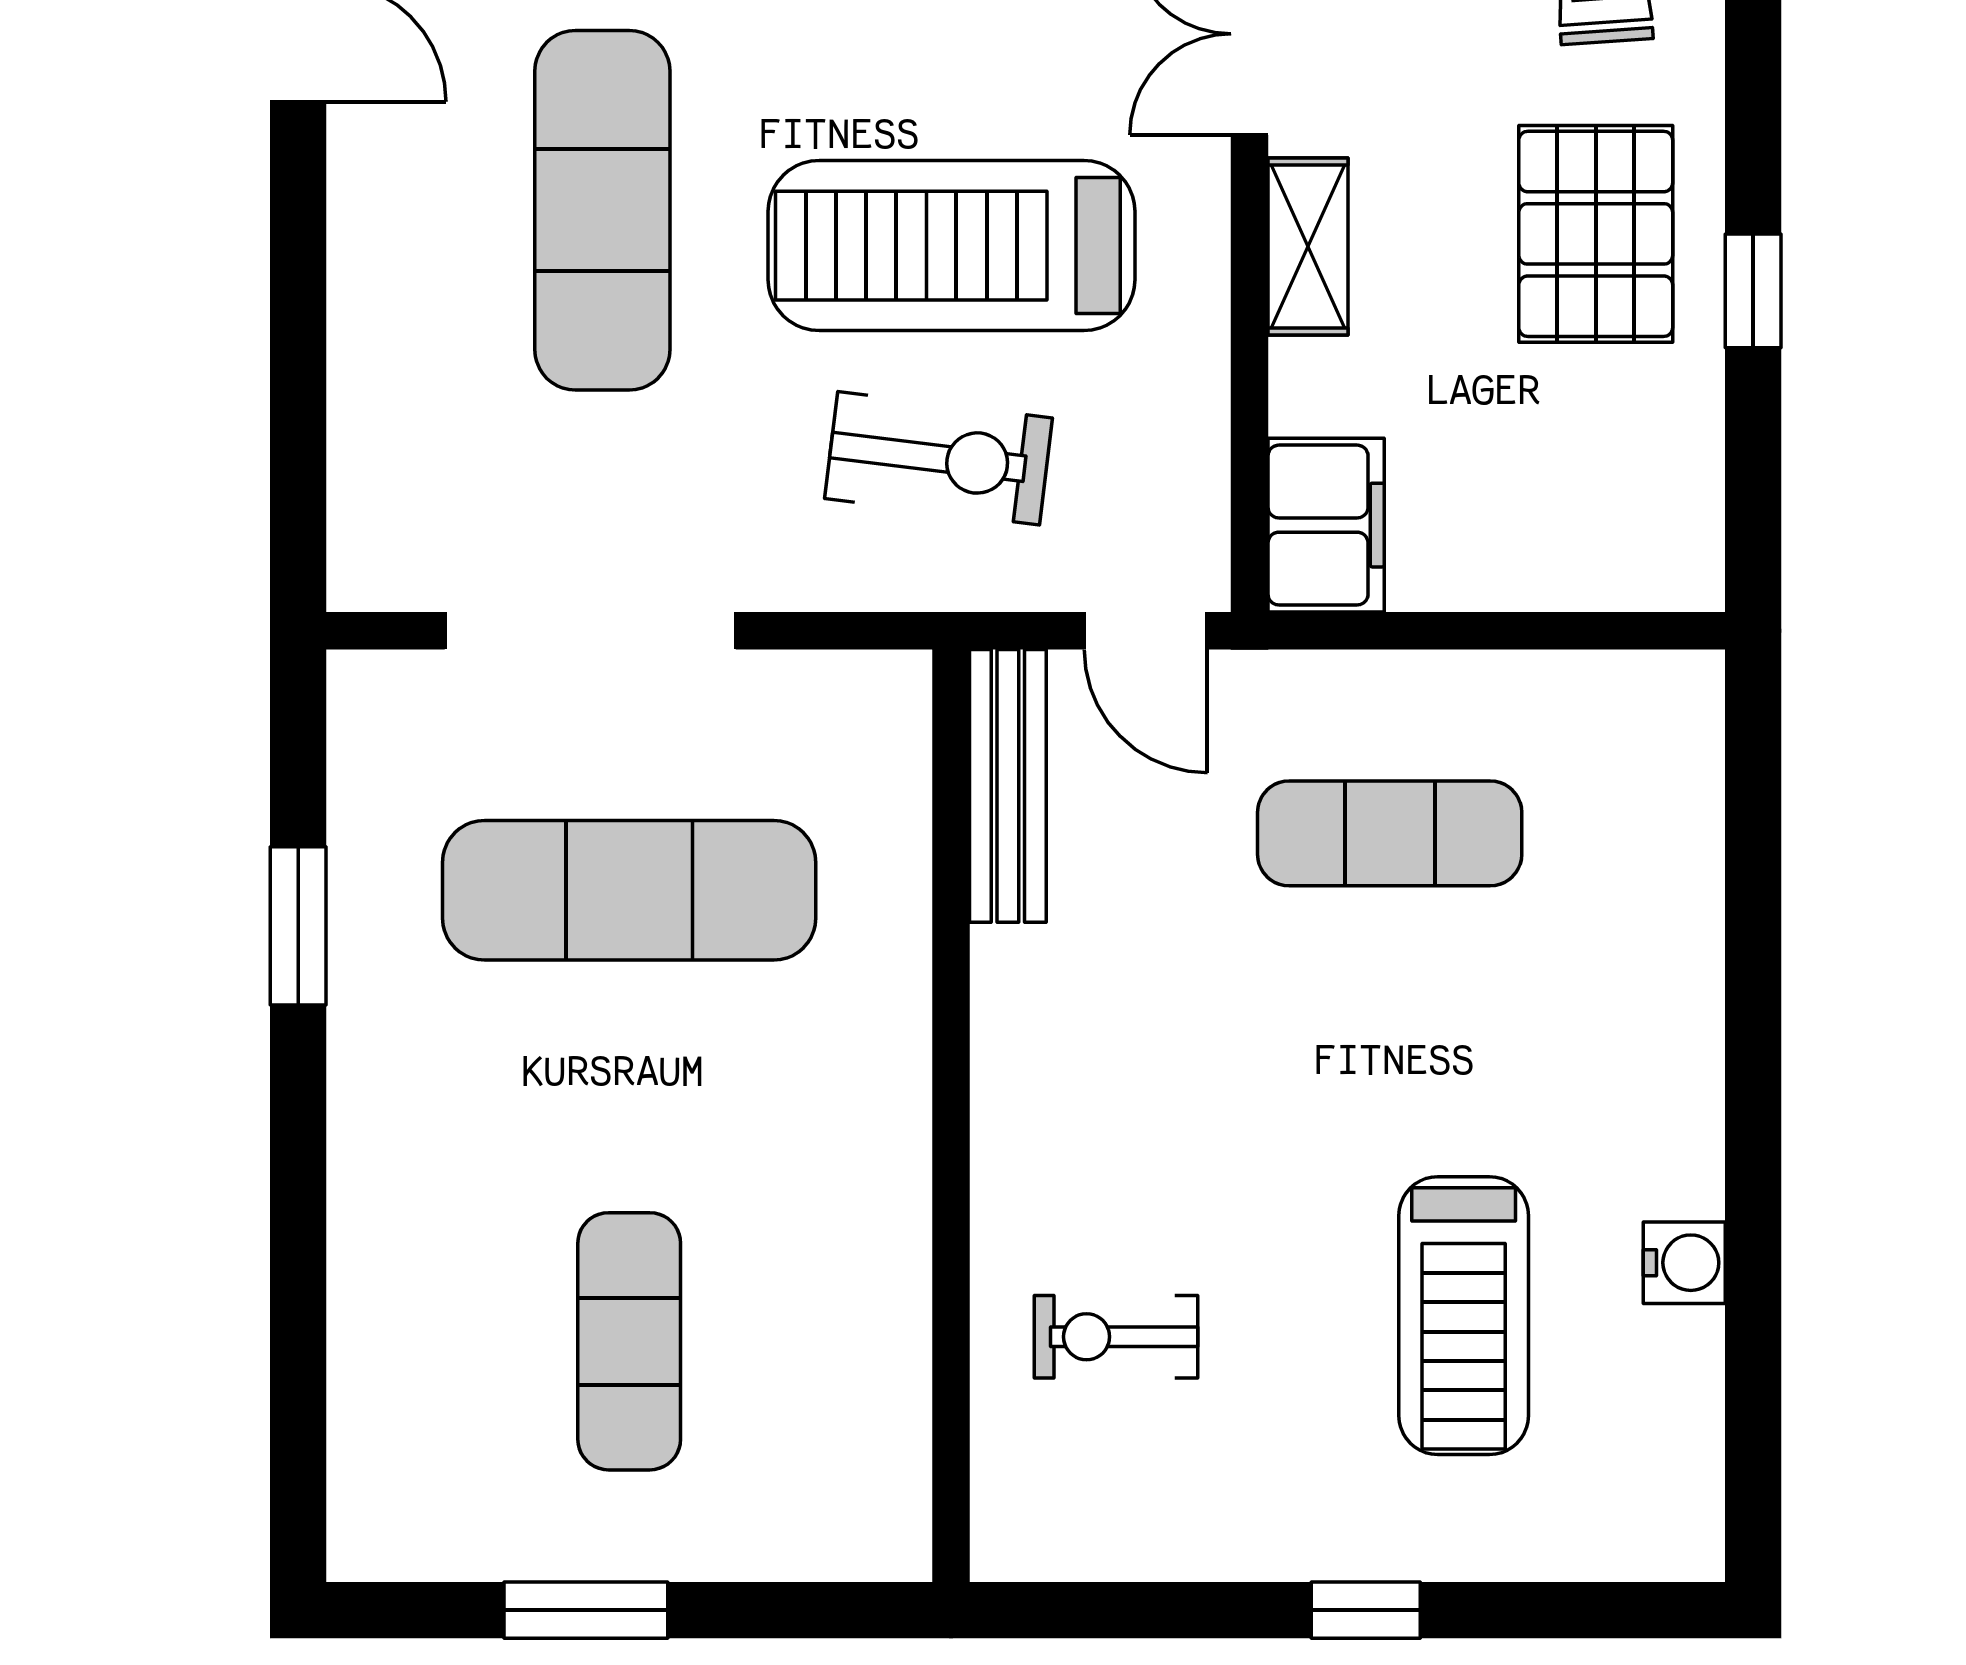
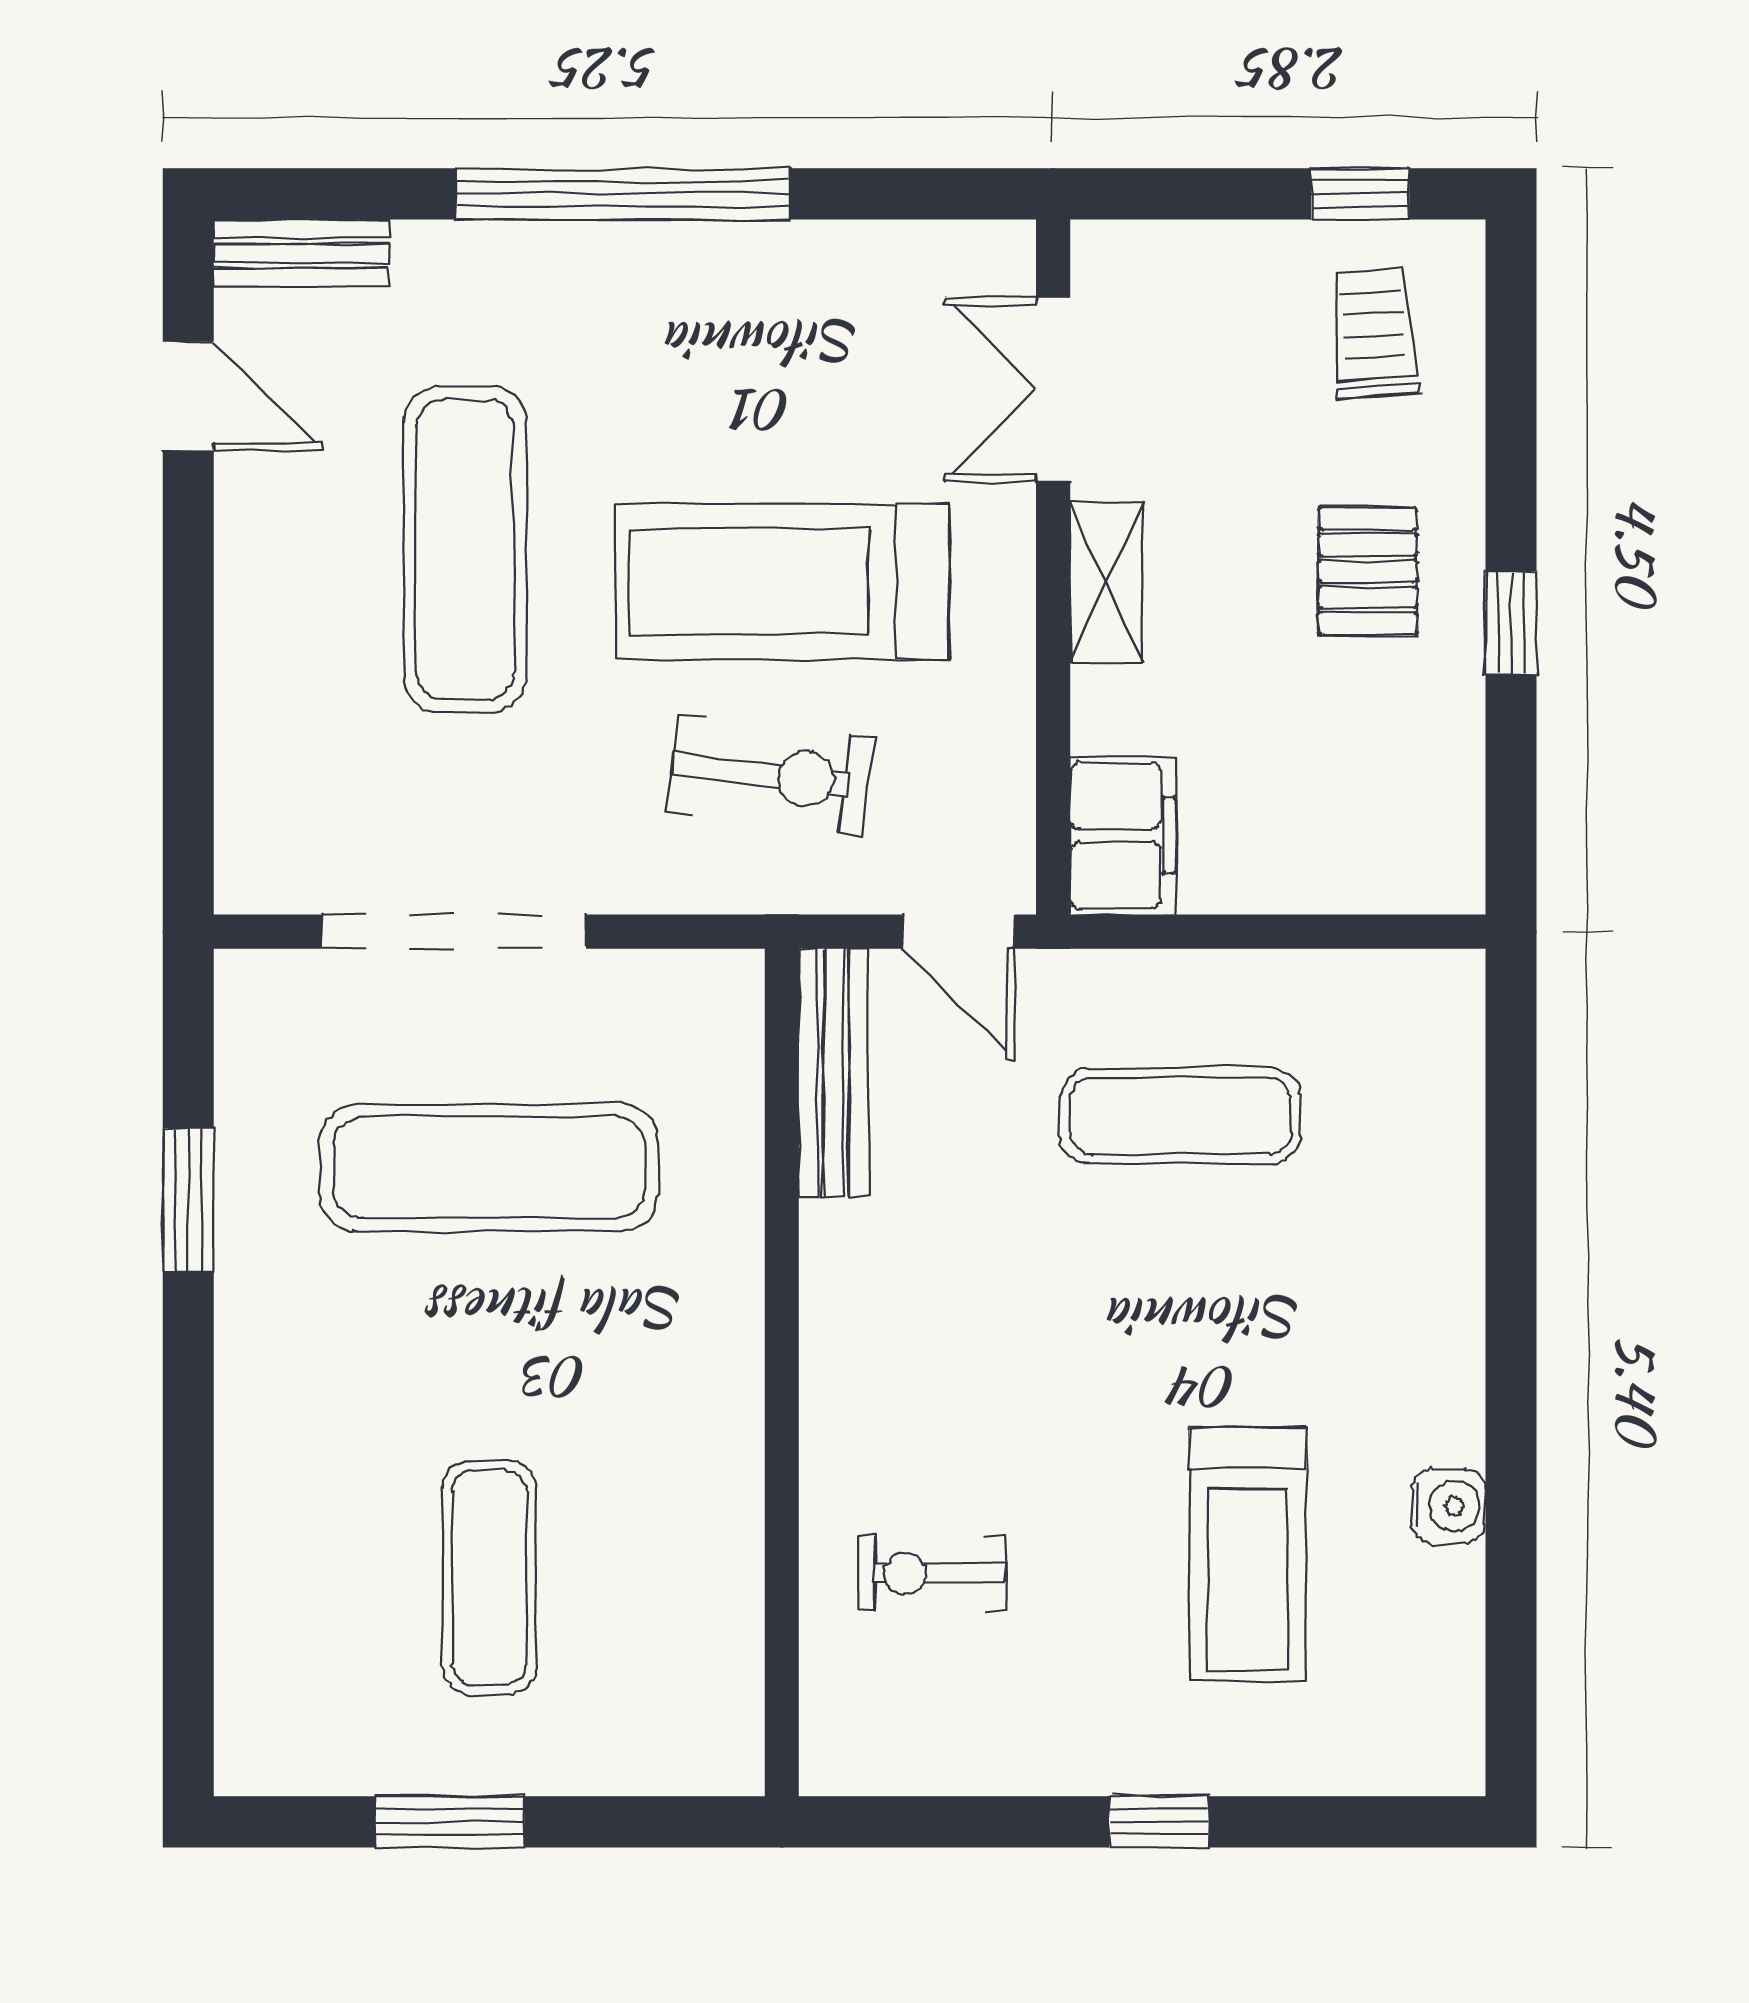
pallet: (1596, 234) -> (1368, 571), width x0.67, depth x0.71

